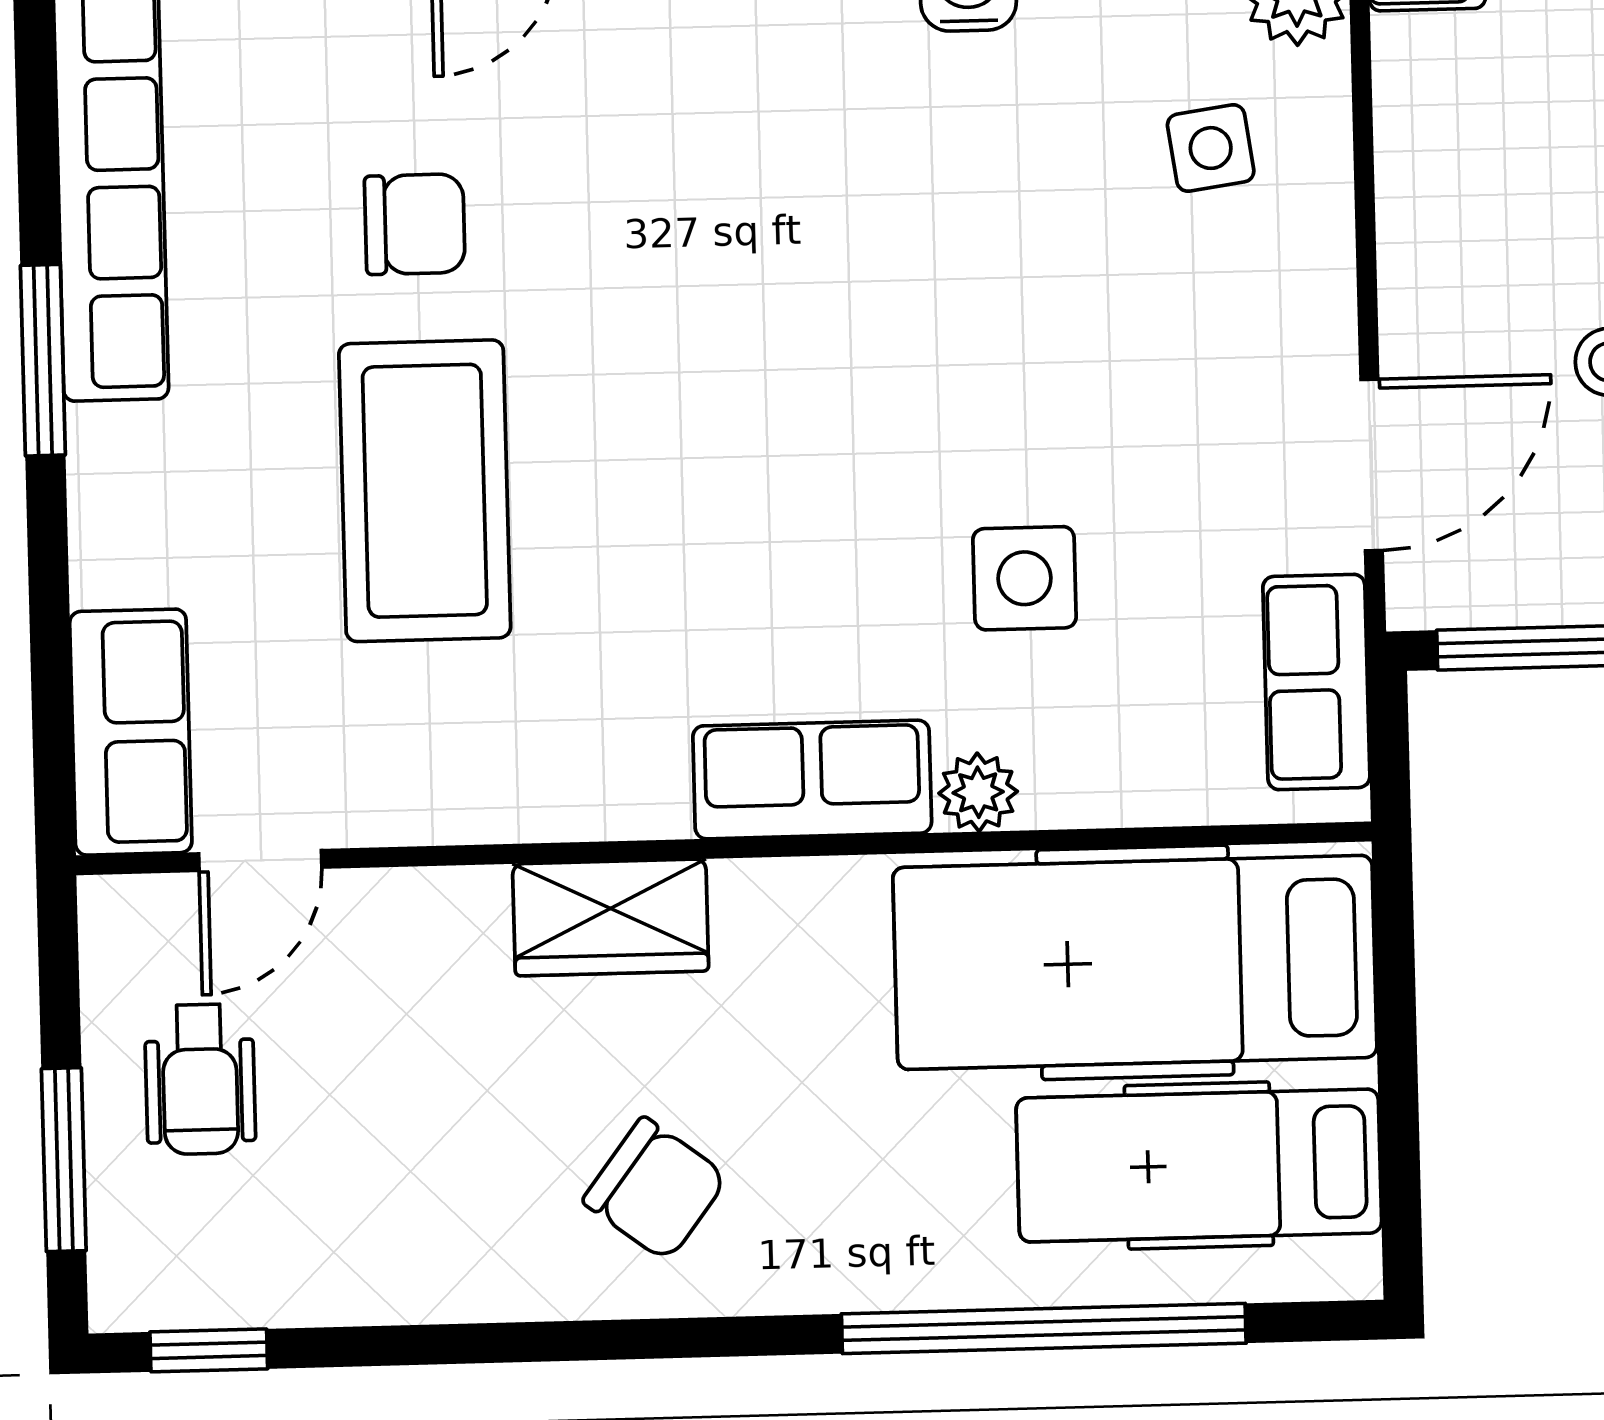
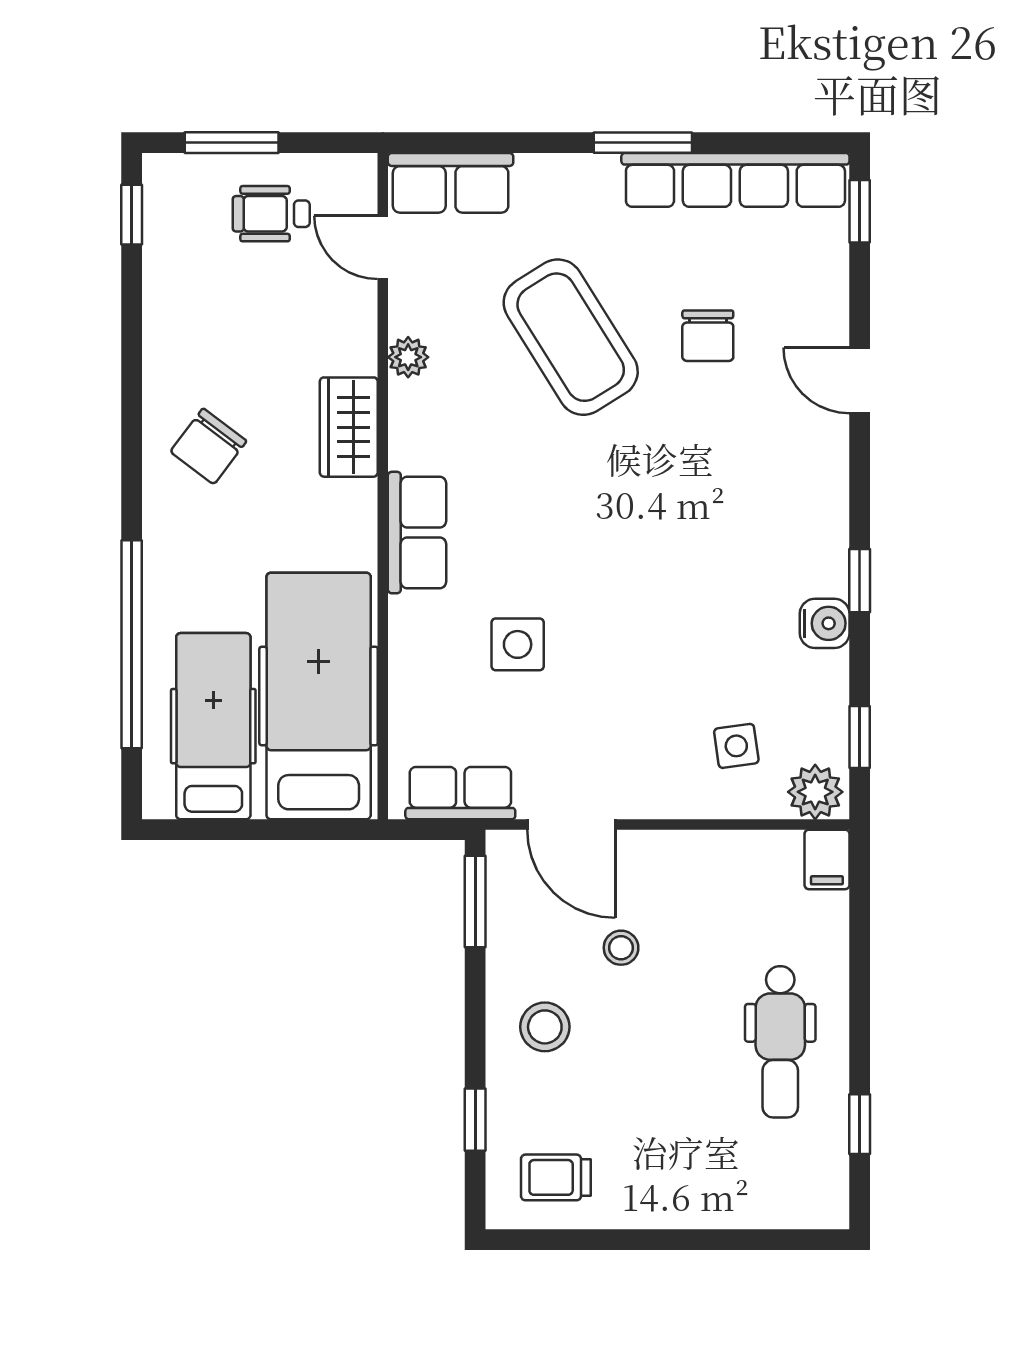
coffee table: (425, 491) -> (571, 337), turned 58
plant: (978, 792) -> (408, 357), moved

